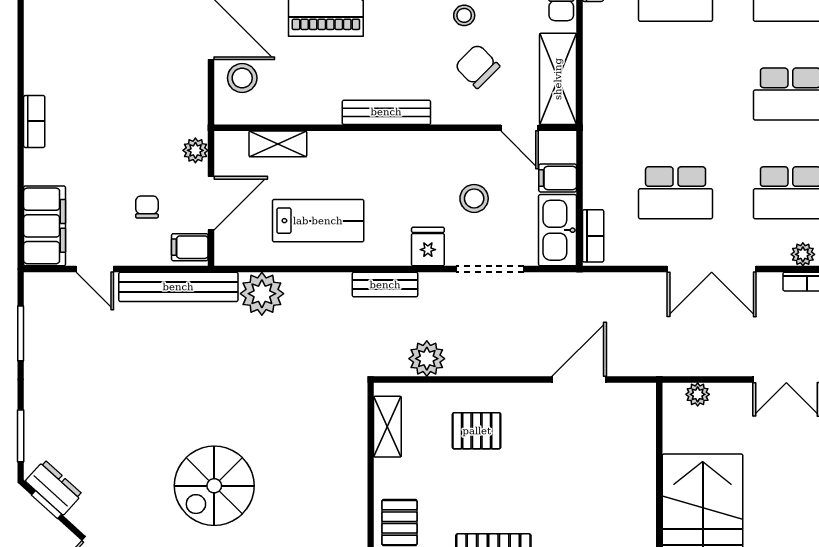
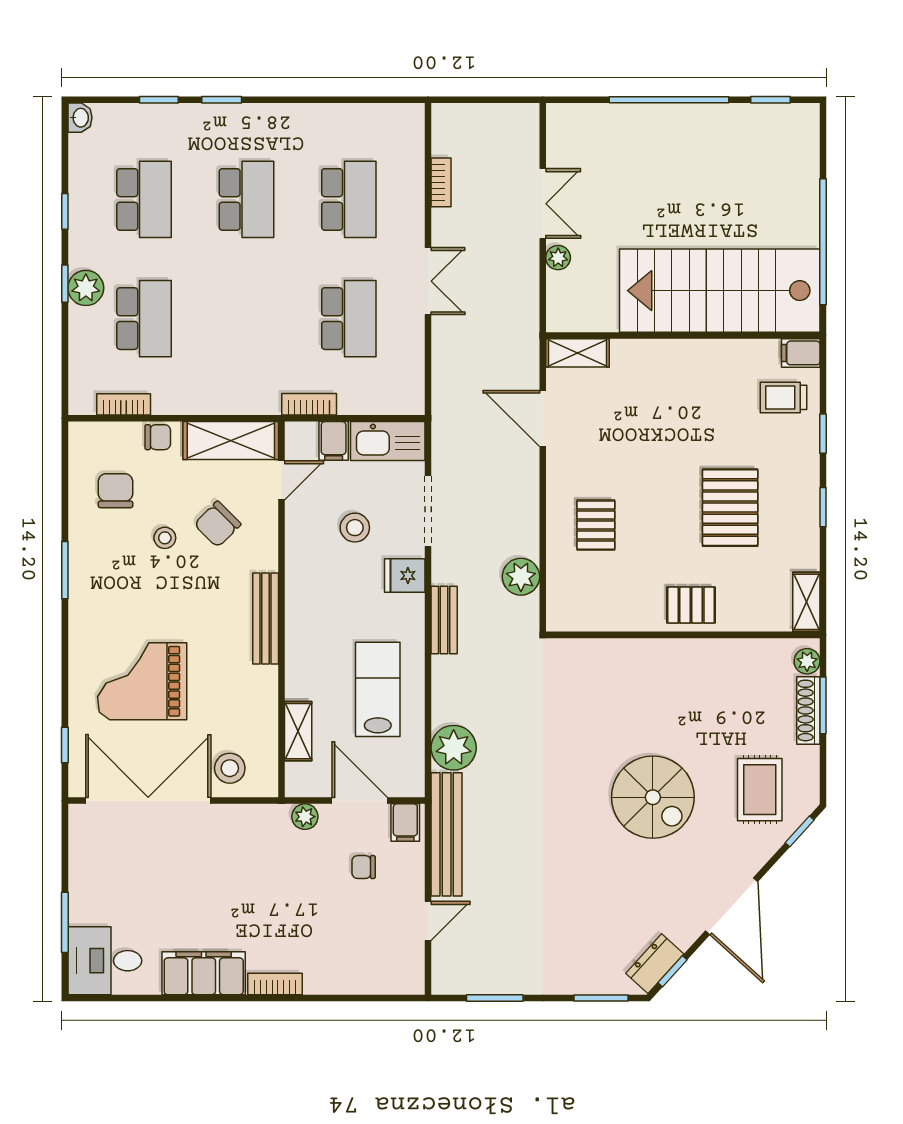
filing cabinet: (45, 226) -> (204, 973), moved
bookcase: (593, 236) -> (309, 404), moved
plant: (803, 254) -> (413, 186), removed
double door: (712, 269) -> (428, 281), width x0.73
plant: (698, 394) -> (558, 258), moved
shelving: (387, 427) -> (578, 353), moved

